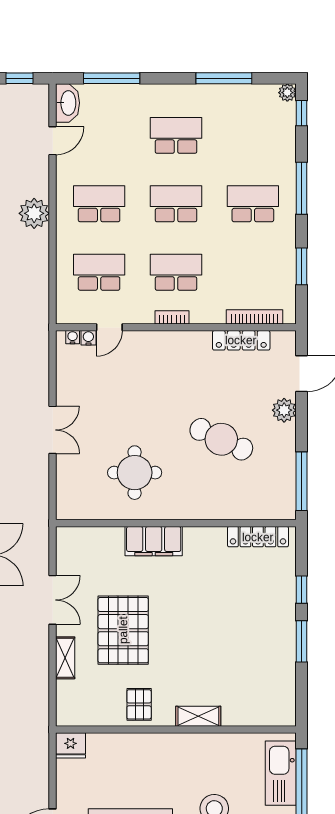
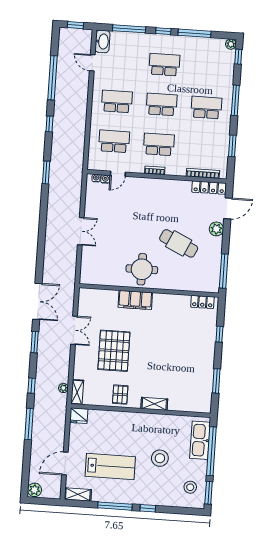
window: (170, 78) -> (163, 31), added
door: (53, 141) -> (92, 63), swing flipped
plant: (34, 213) -> (63, 388), moved, width x0.53, depth x0.53
locker: (241, 340) -> (209, 188), moved
round table: (135, 473) -> (142, 269), moved
locker: (258, 537) -> (202, 302), width x0.66
window: (302, 641) -> (216, 381), moved
shelving: (65, 658) -> (77, 392), moved

